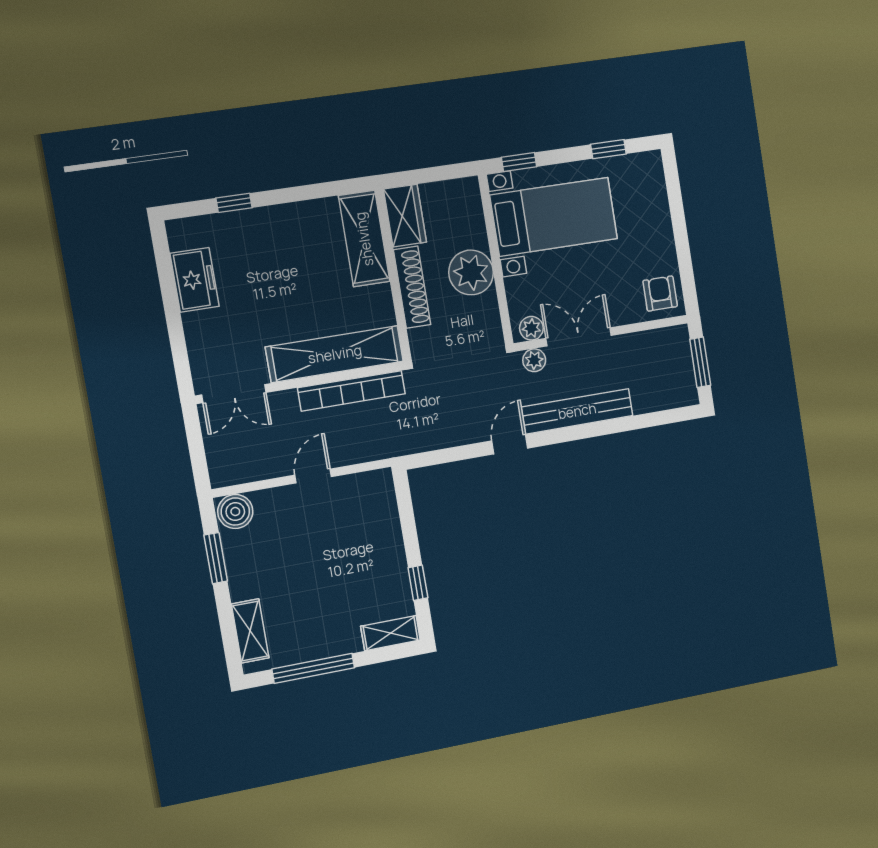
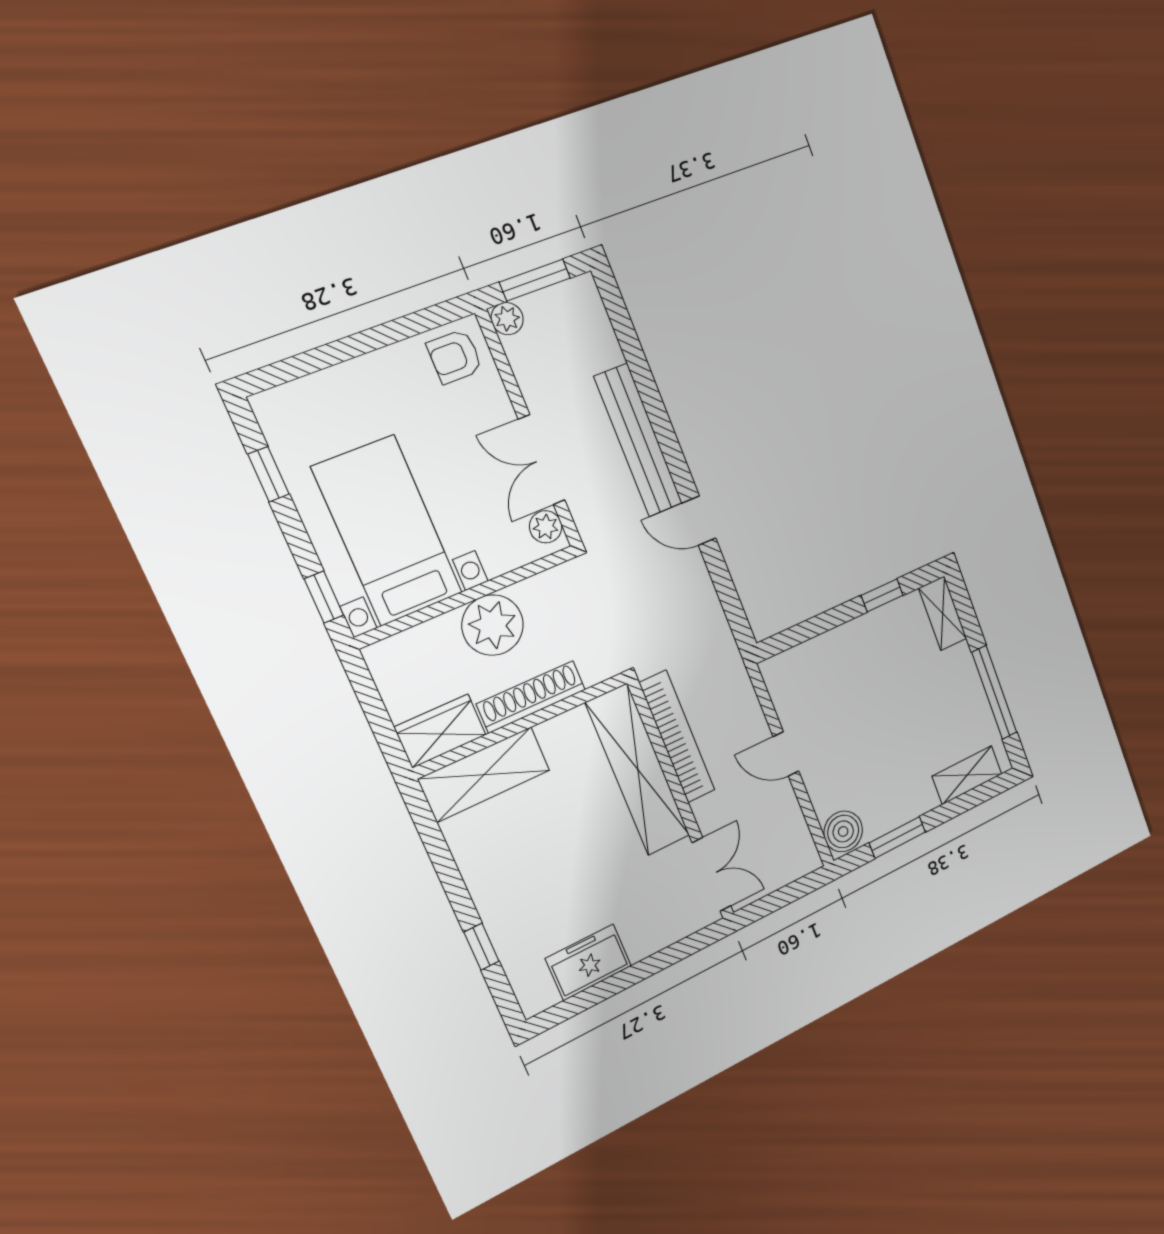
plant: (534, 360) -> (507, 319), moved

